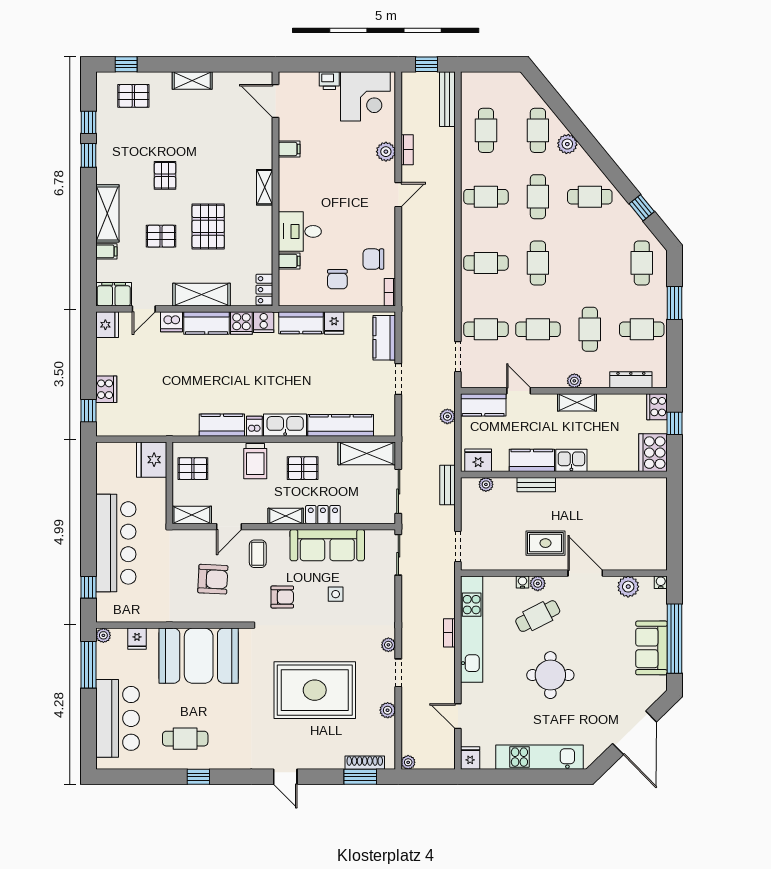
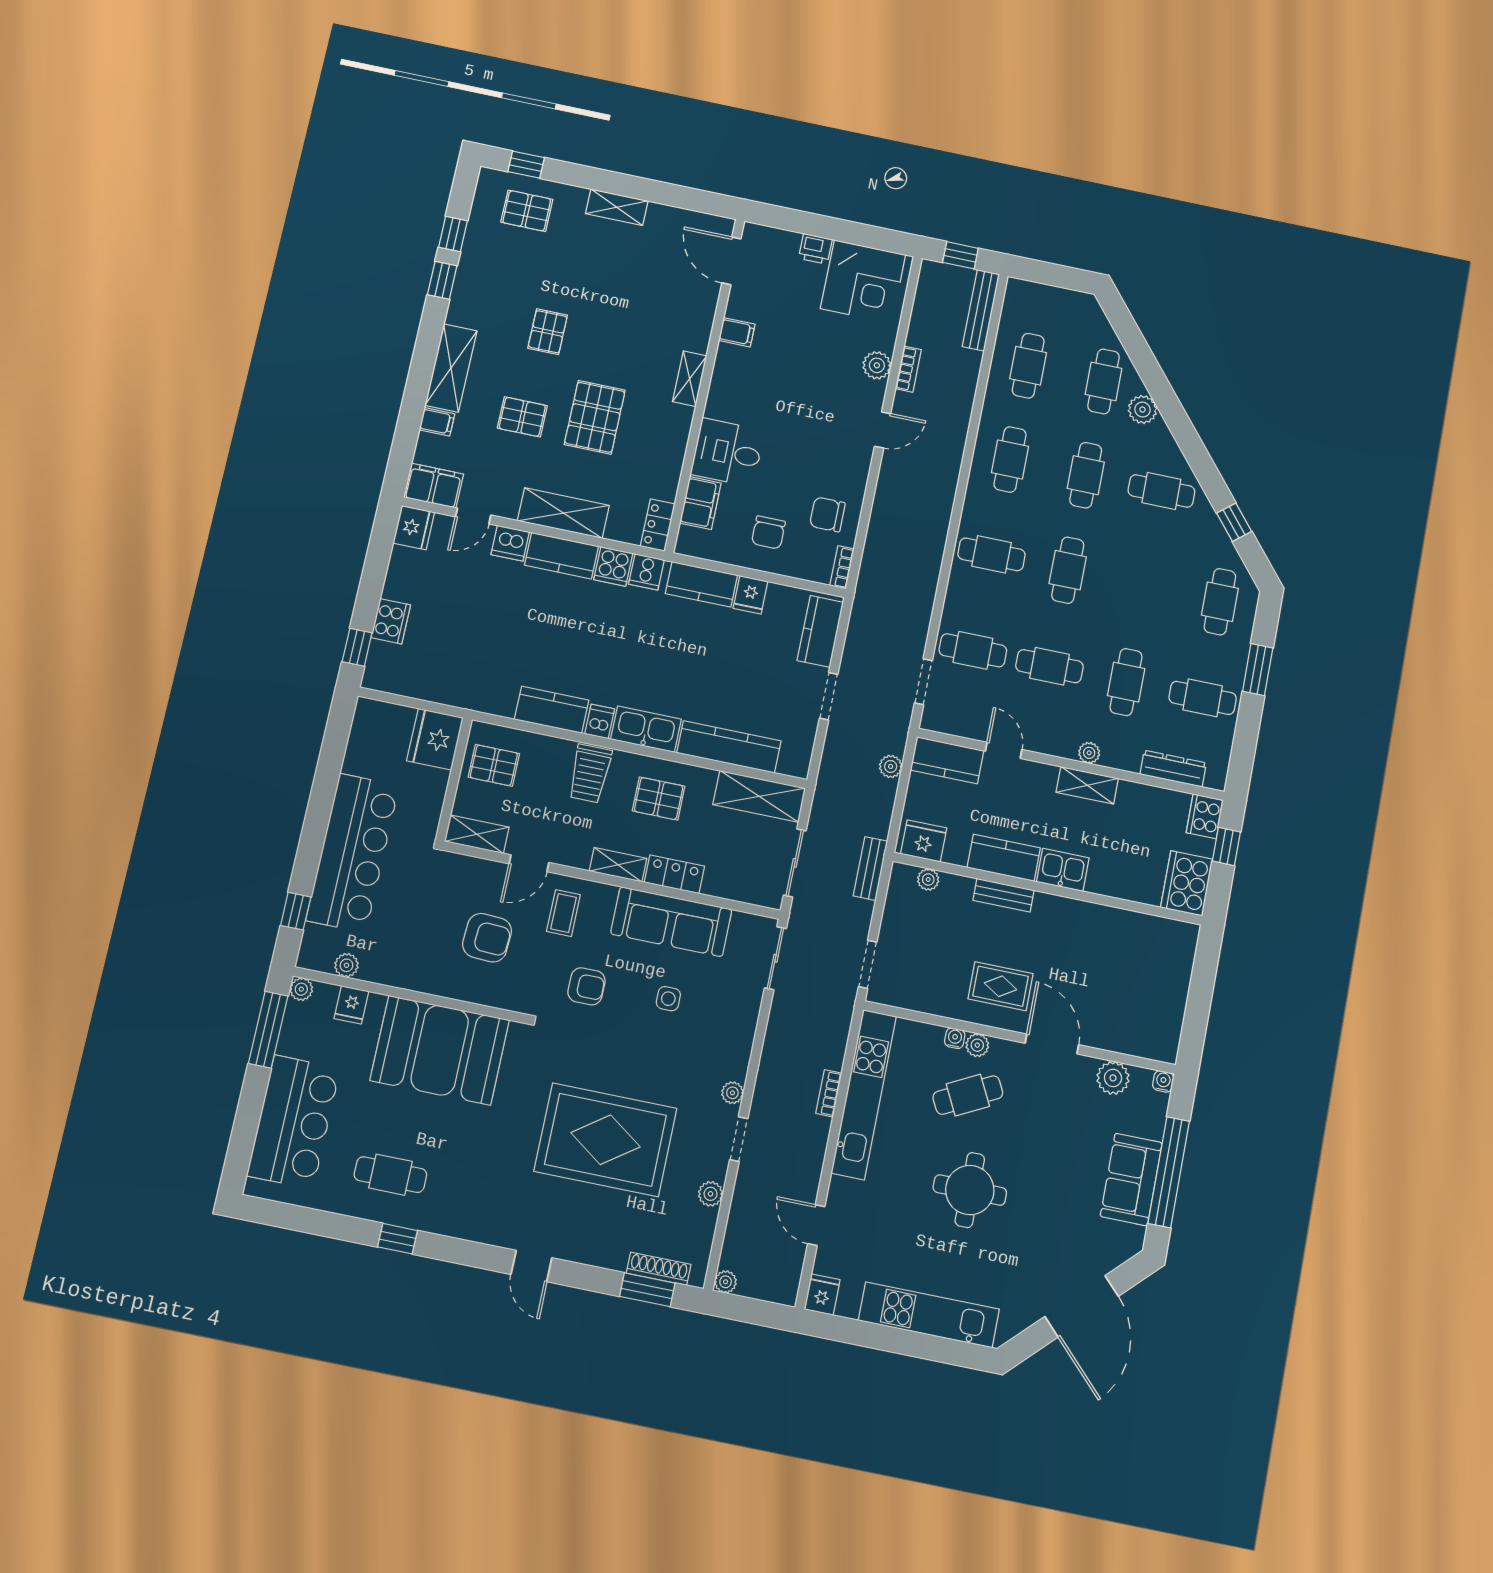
cafe table: (486, 197) -> (1010, 459), turned 90
filing cabinet: (289, 261) -> (700, 503), width x2.00
plant: (128, 615) -> (346, 965), added

